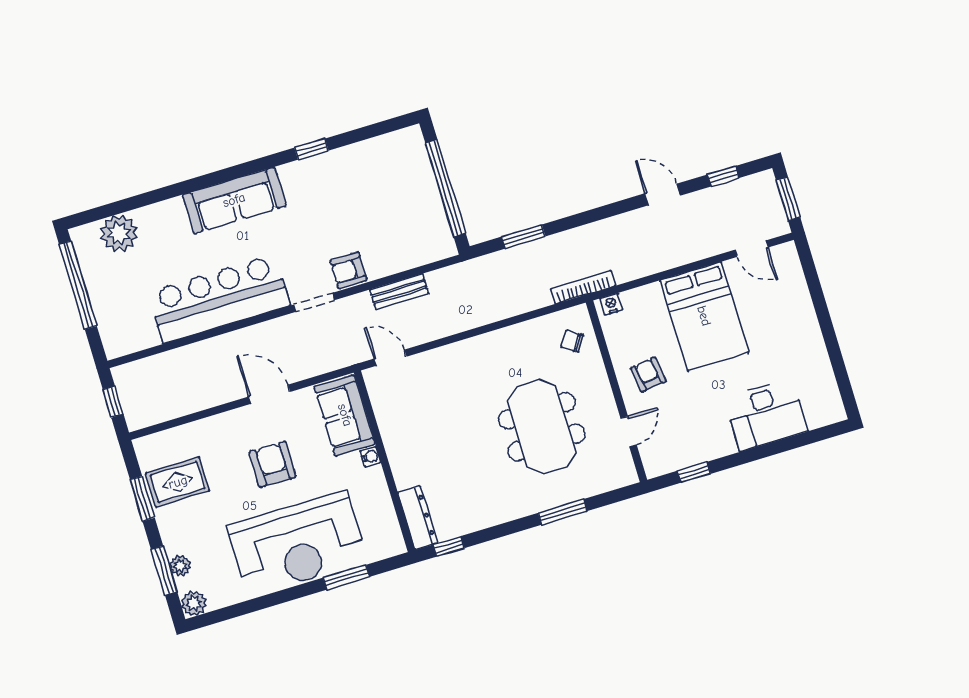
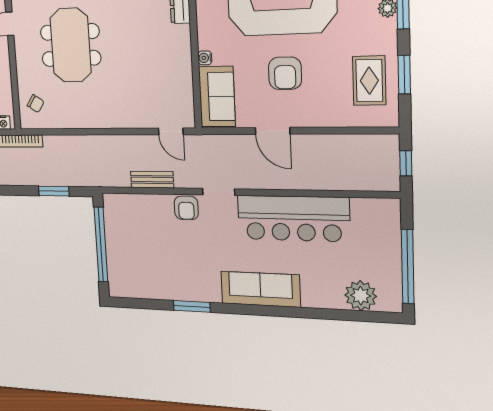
window: (311, 149) -> (192, 306), width x1.50
armchair: (348, 270) -> (186, 208), turned 90
rug: (178, 482) -> (369, 81), turned 90

